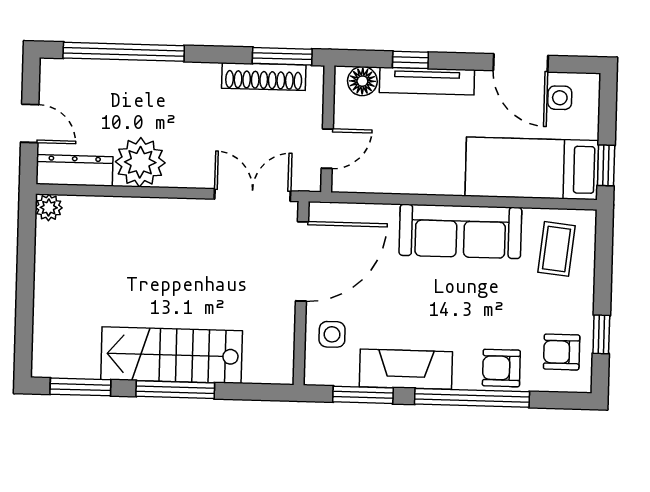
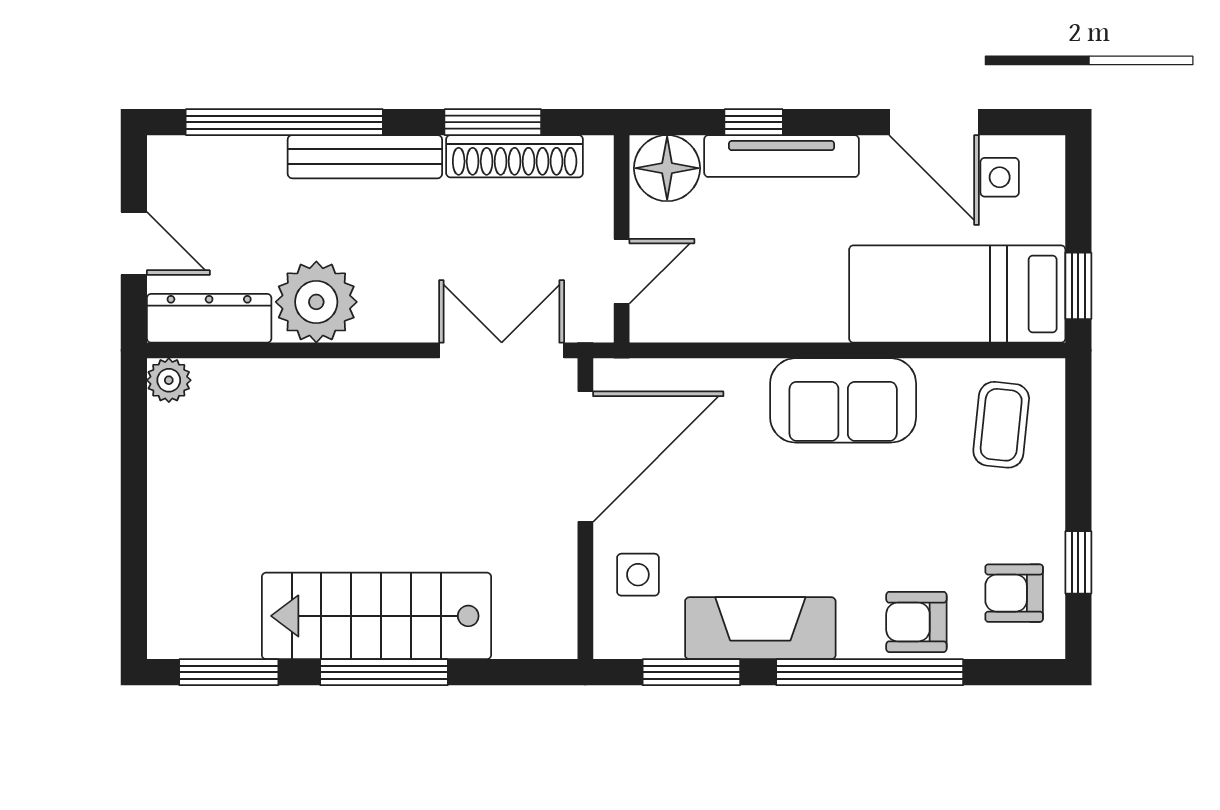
window: (282, 56) -> (493, 122), moved
bench: (172, 74) -> (365, 157), added
floor lamp: (362, 81) -> (667, 168), width x1.38, depth x1.38
sofa: (460, 231) -> (843, 400), width x0.73

